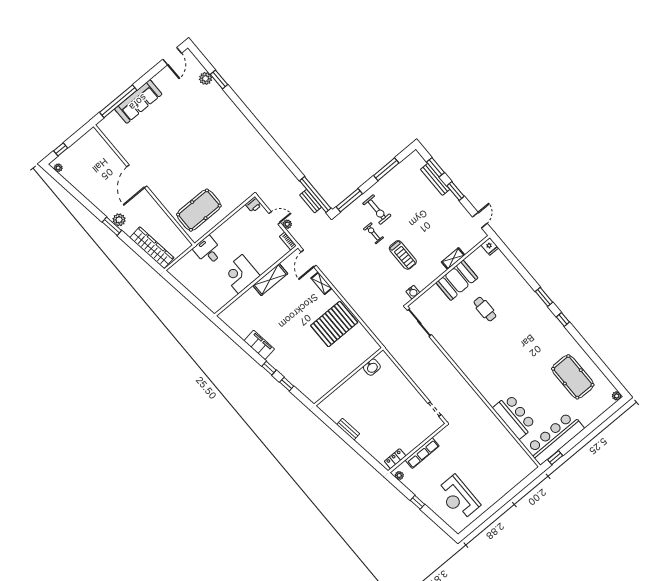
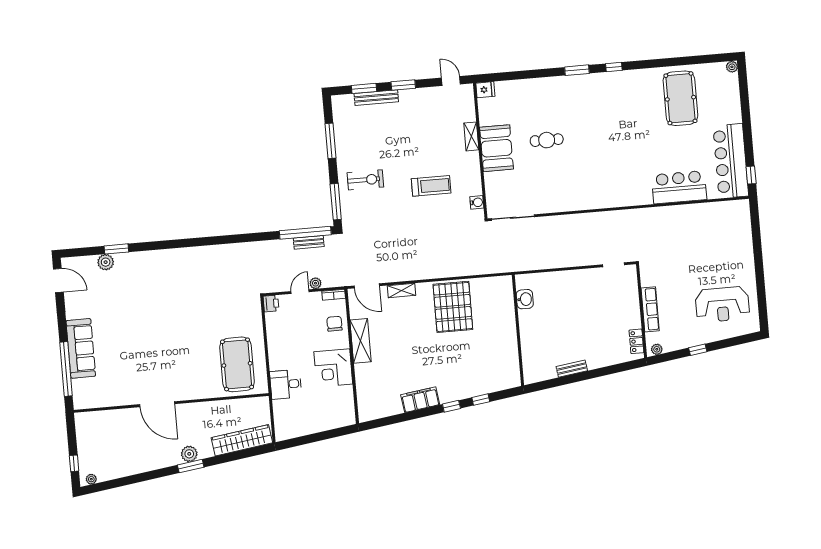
exercise bike: (373, 233) -> (387, 200), removed
chair: (270, 255) -> (334, 324), added
pool table: (573, 377) -> (680, 98), turned 90

